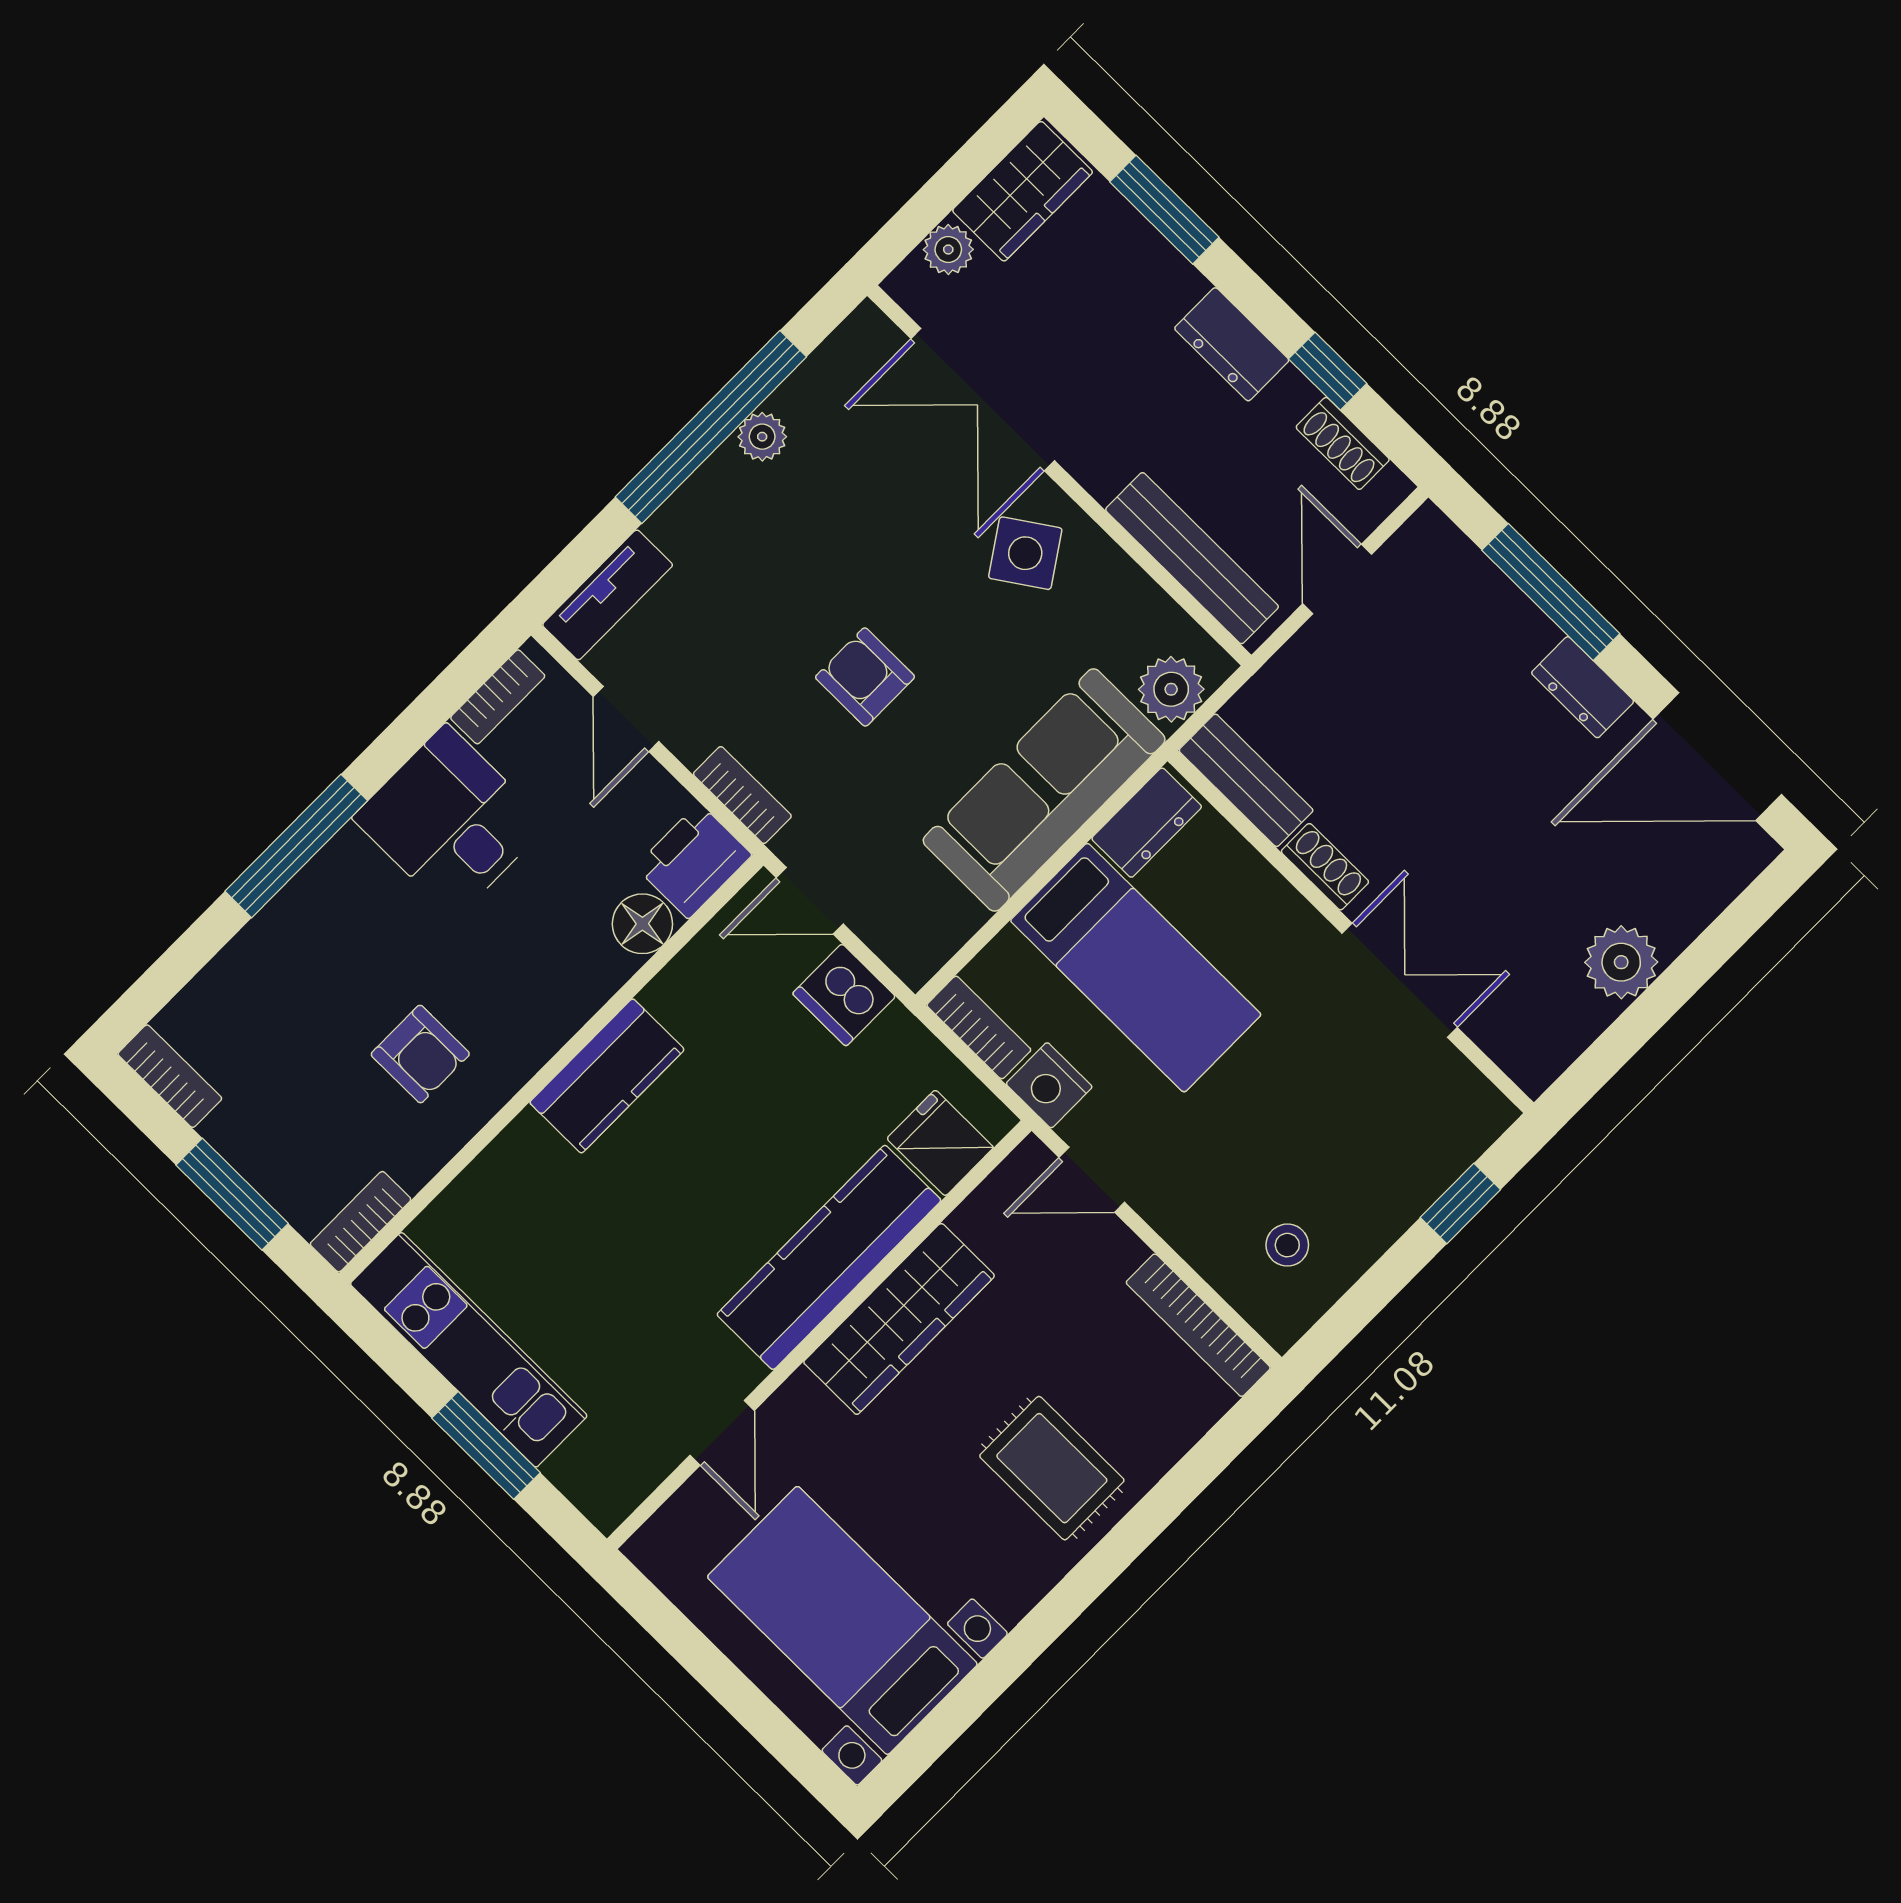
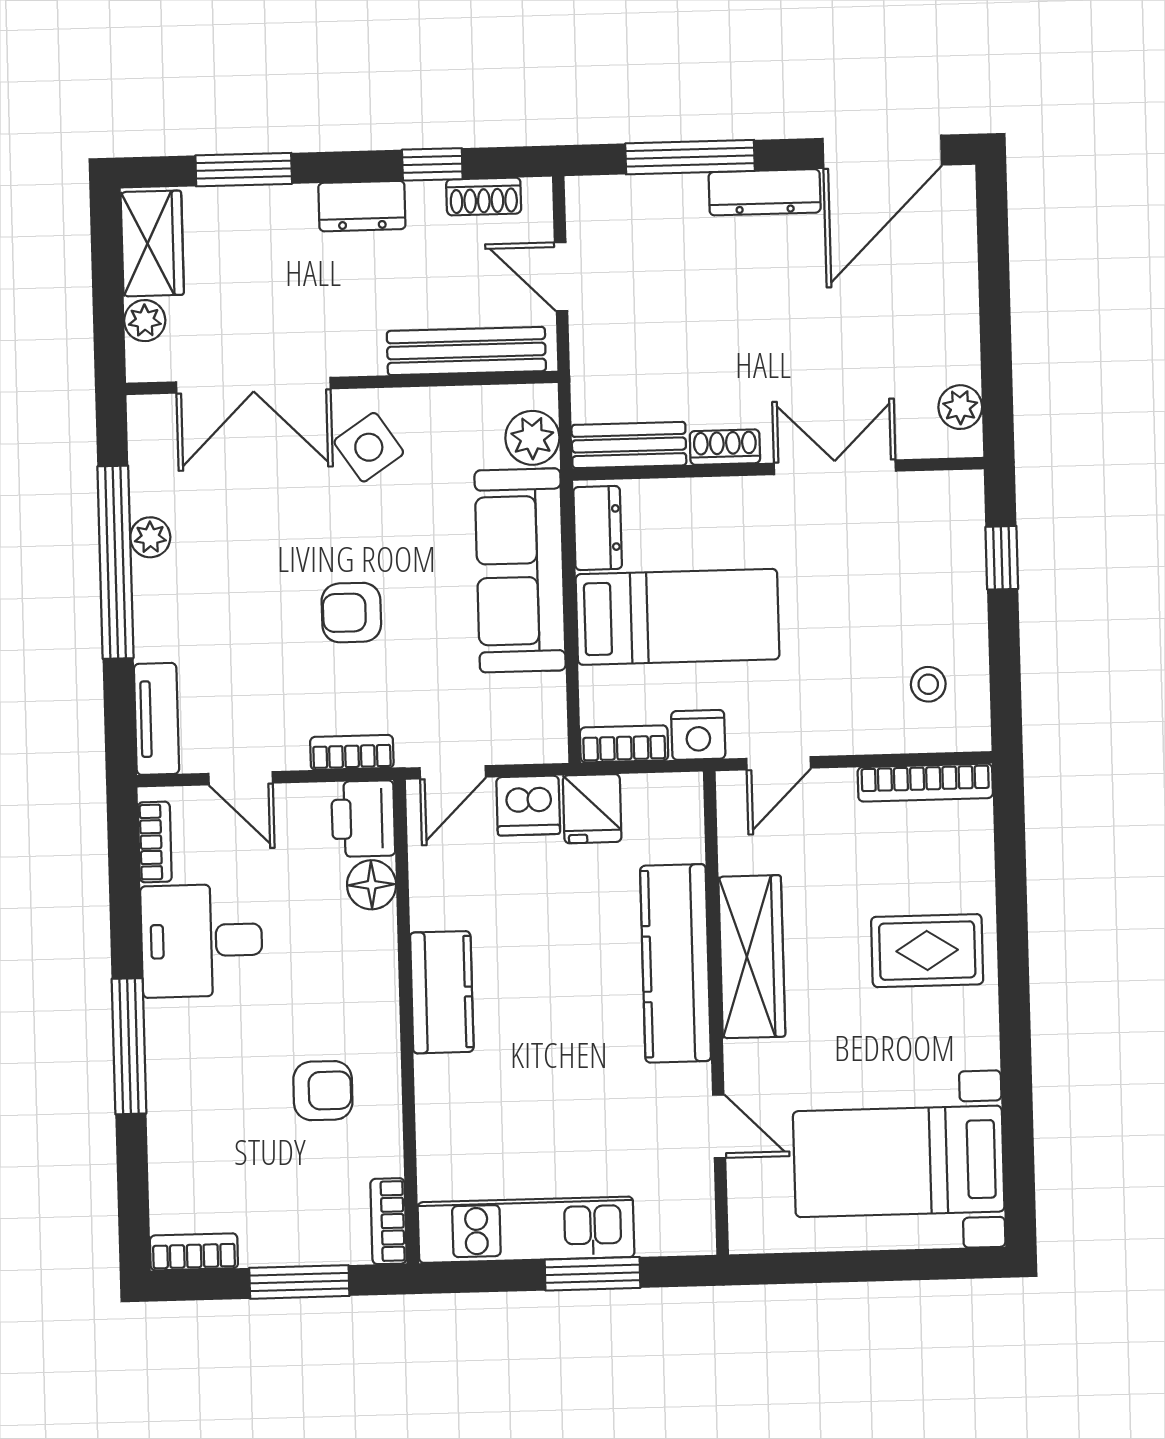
dresser: (1583, 687) -> (765, 192), width x1.44
plant: (1621, 962) -> (960, 407), moved, width x0.73, depth x0.73
fridge: (940, 1143) -> (592, 809), moved, turned -90

